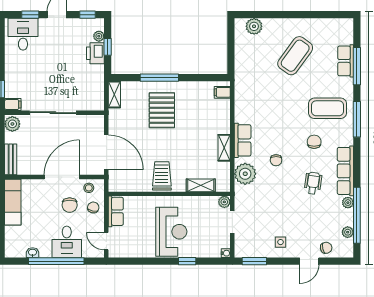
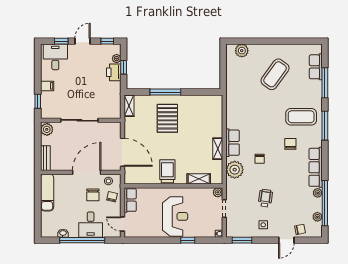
row of seats: (346, 61) -> (316, 67), moved
filing cabinet: (222, 92) -> (216, 104), removed
filing cabinet: (13, 105) -> (47, 86), moved
wheelchair: (313, 183) -> (265, 198), moved

